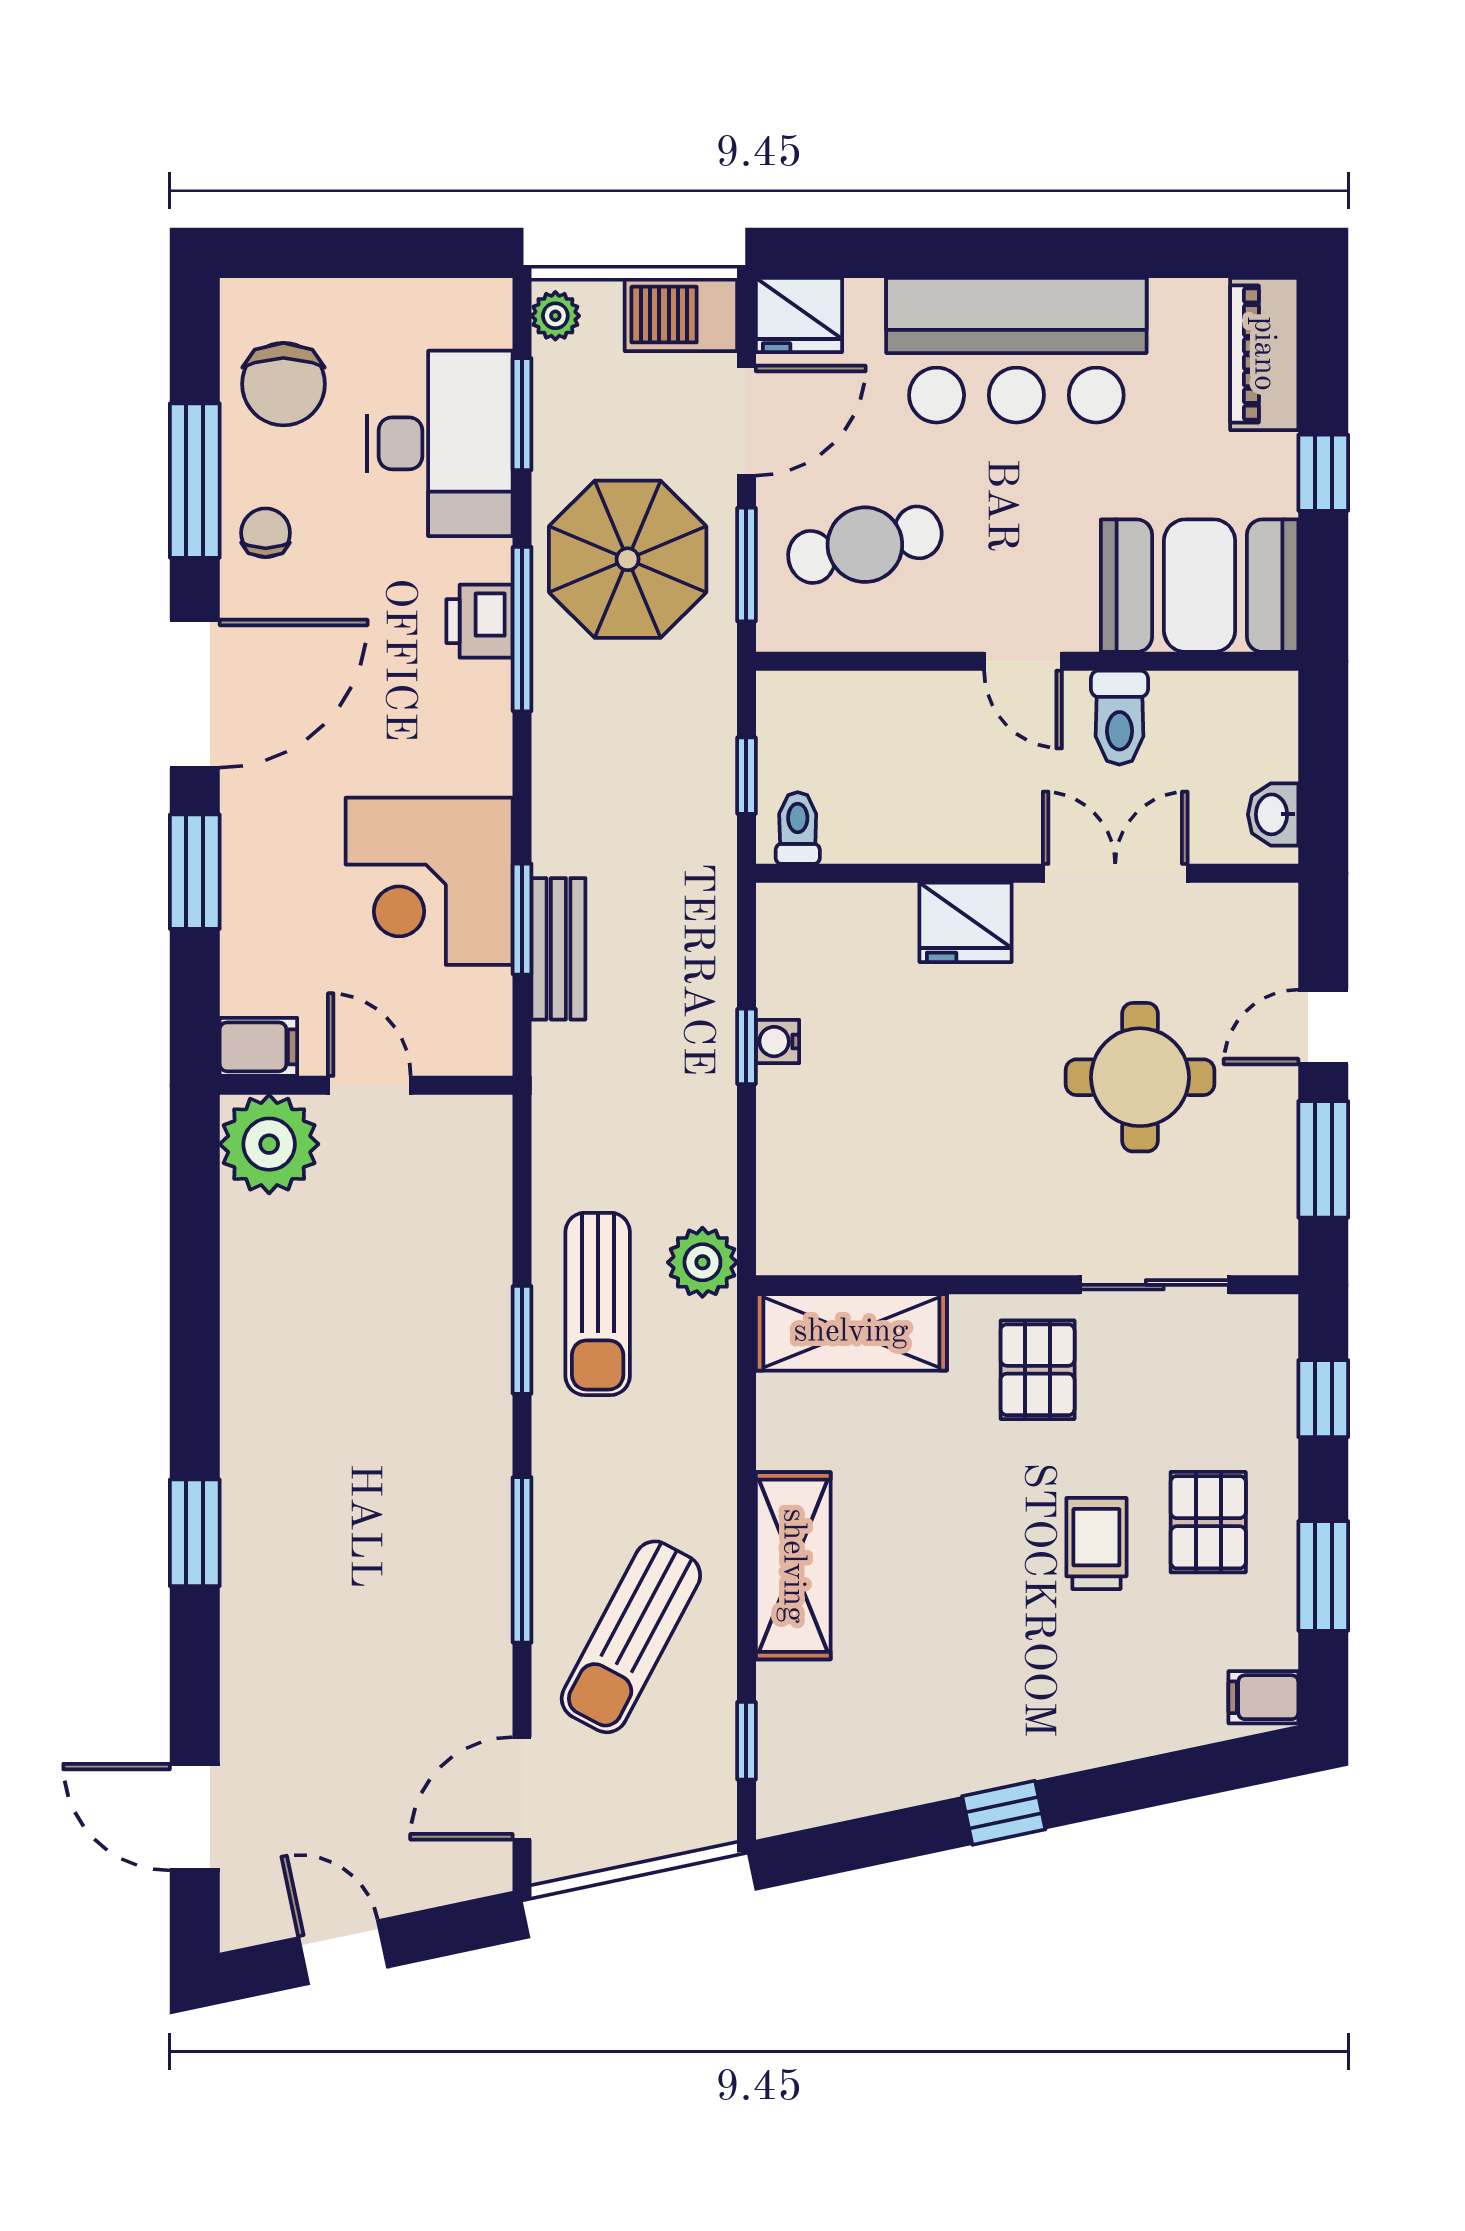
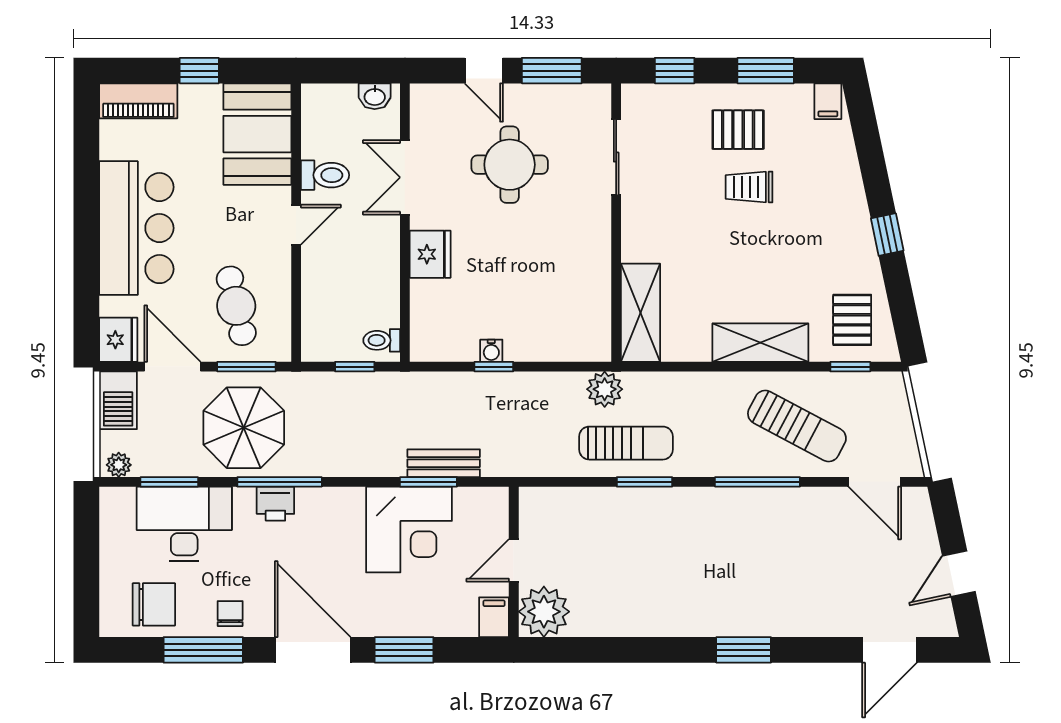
chair: (266, 533) -> (230, 614), turned 90
pallet: (1038, 1370) -> (852, 320), moved, turned 90

